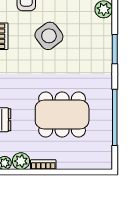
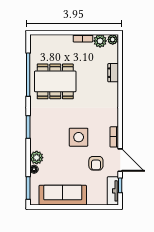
side table: (49, 36) -> (79, 137), turned 37
dining table: (62, 114) -> (55, 81), moved

